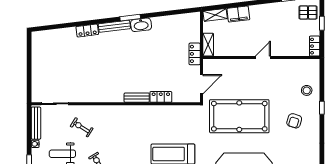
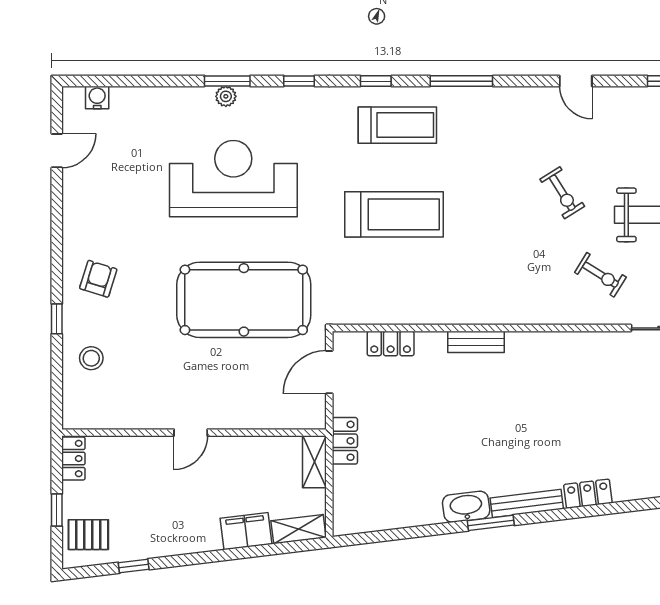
locker: (161, 97) -> (391, 343), moved
armchair: (294, 121) -> (98, 279), moved

